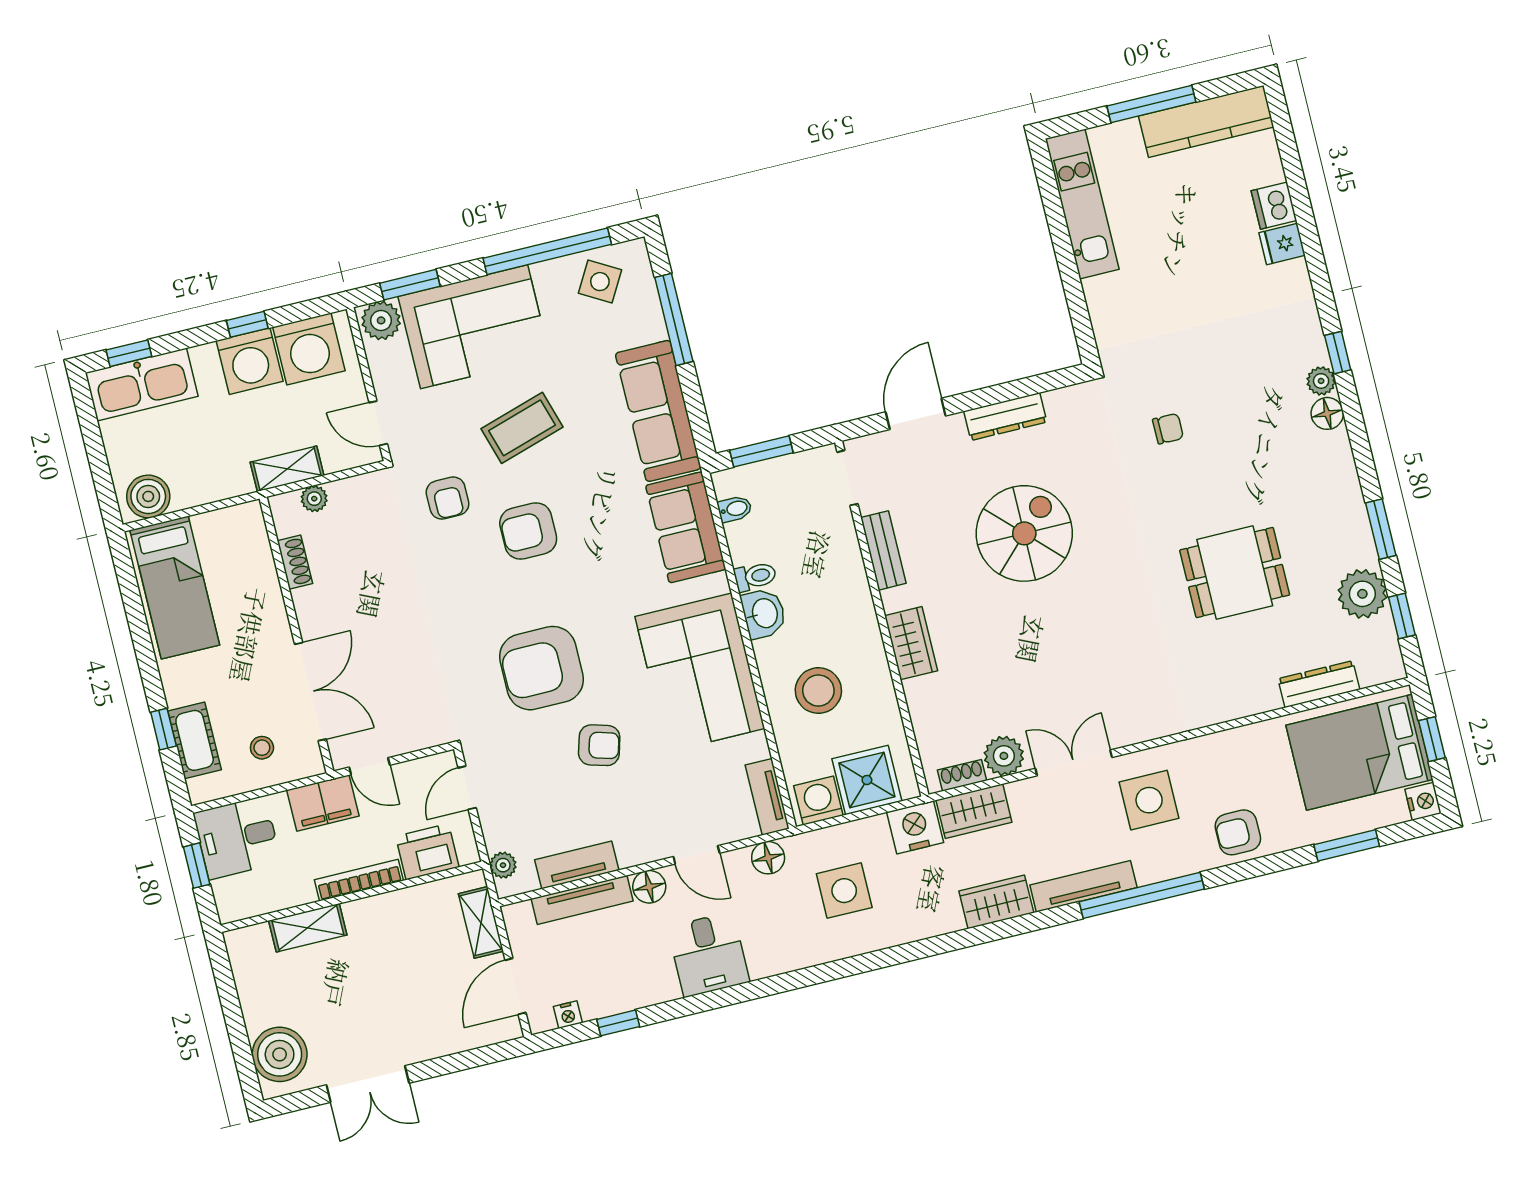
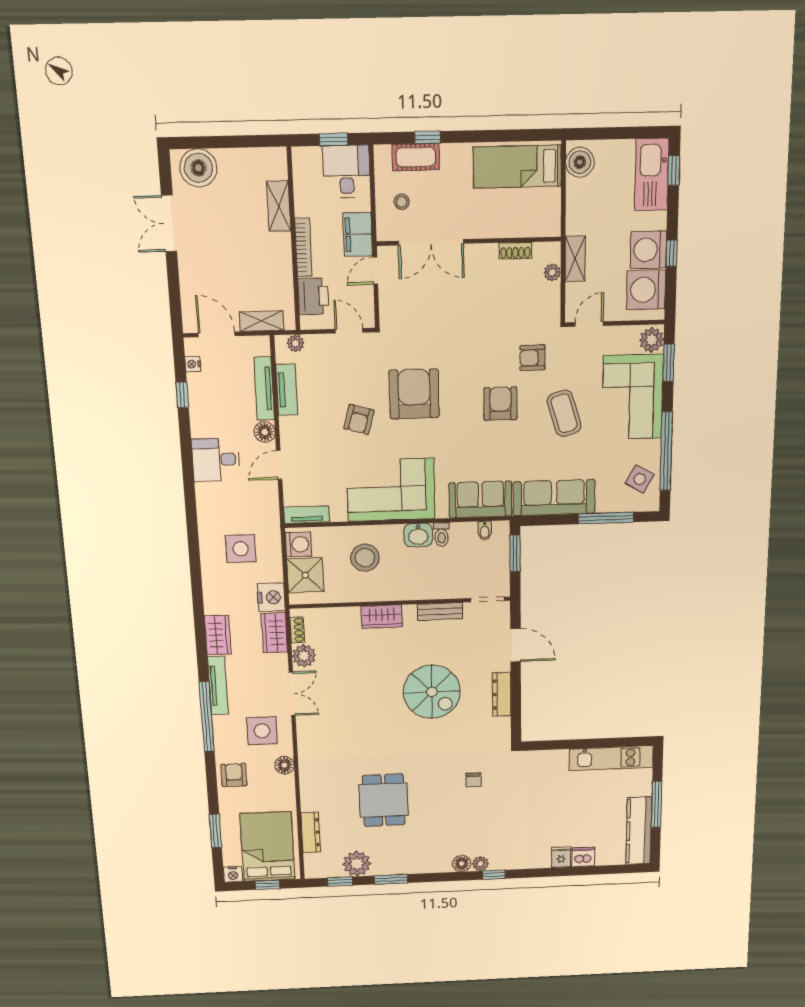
floor lamp: (768, 858) -> (284, 765), moved

